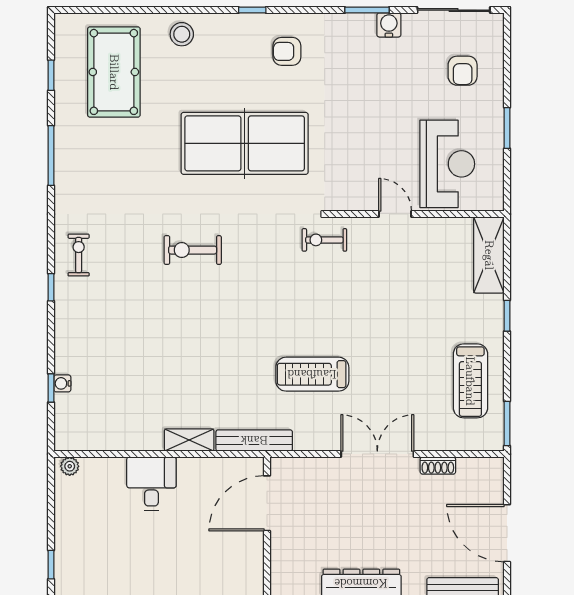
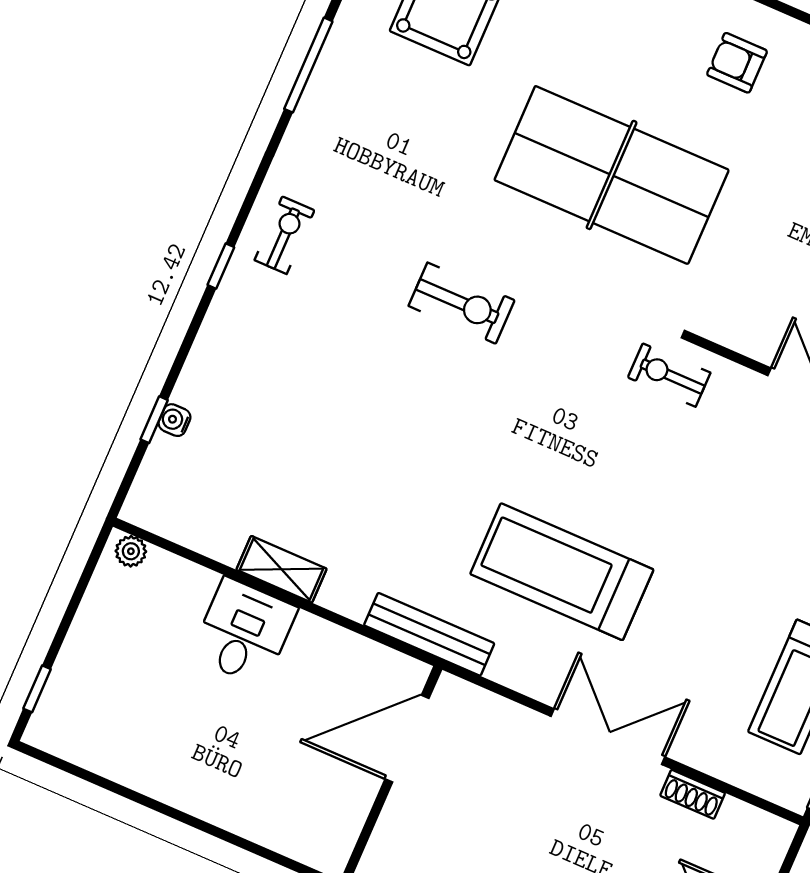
exercise bike: (193, 250) -> (462, 303), turned 180
treadmill: (312, 374) -> (562, 572), width x1.37, depth x1.38
shelving: (189, 440) -> (282, 569), moved

